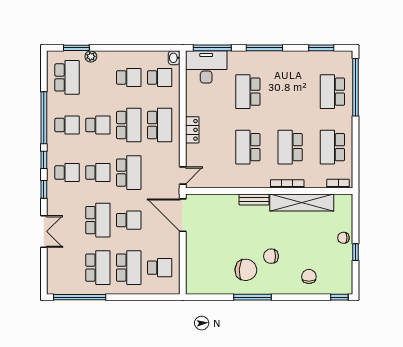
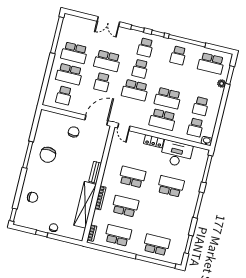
desk: (206, 67) -> (176, 154), moved, turned -90
school desk: (98, 125) -> (173, 77), removed
chair: (271, 256) -> (74, 132), moved

